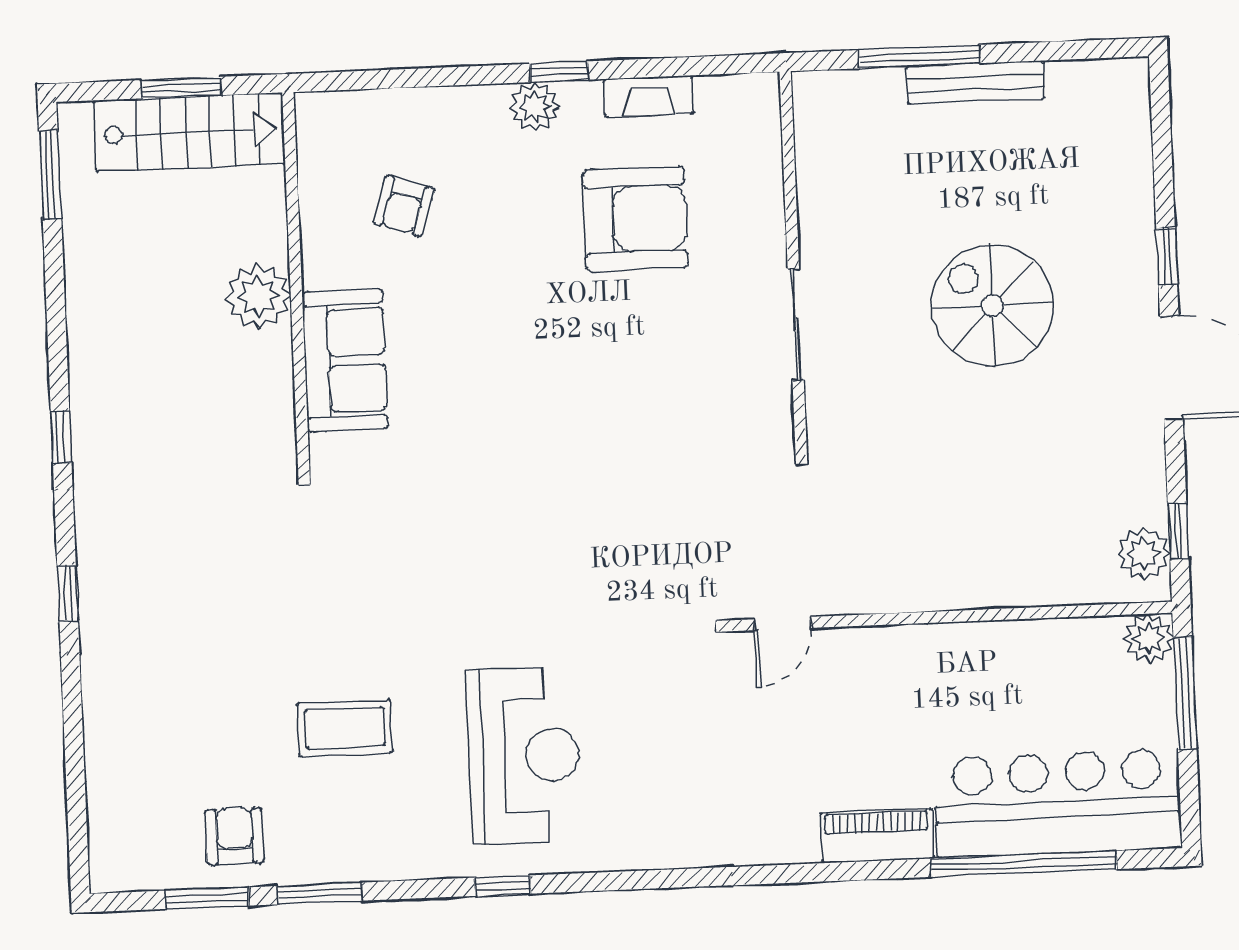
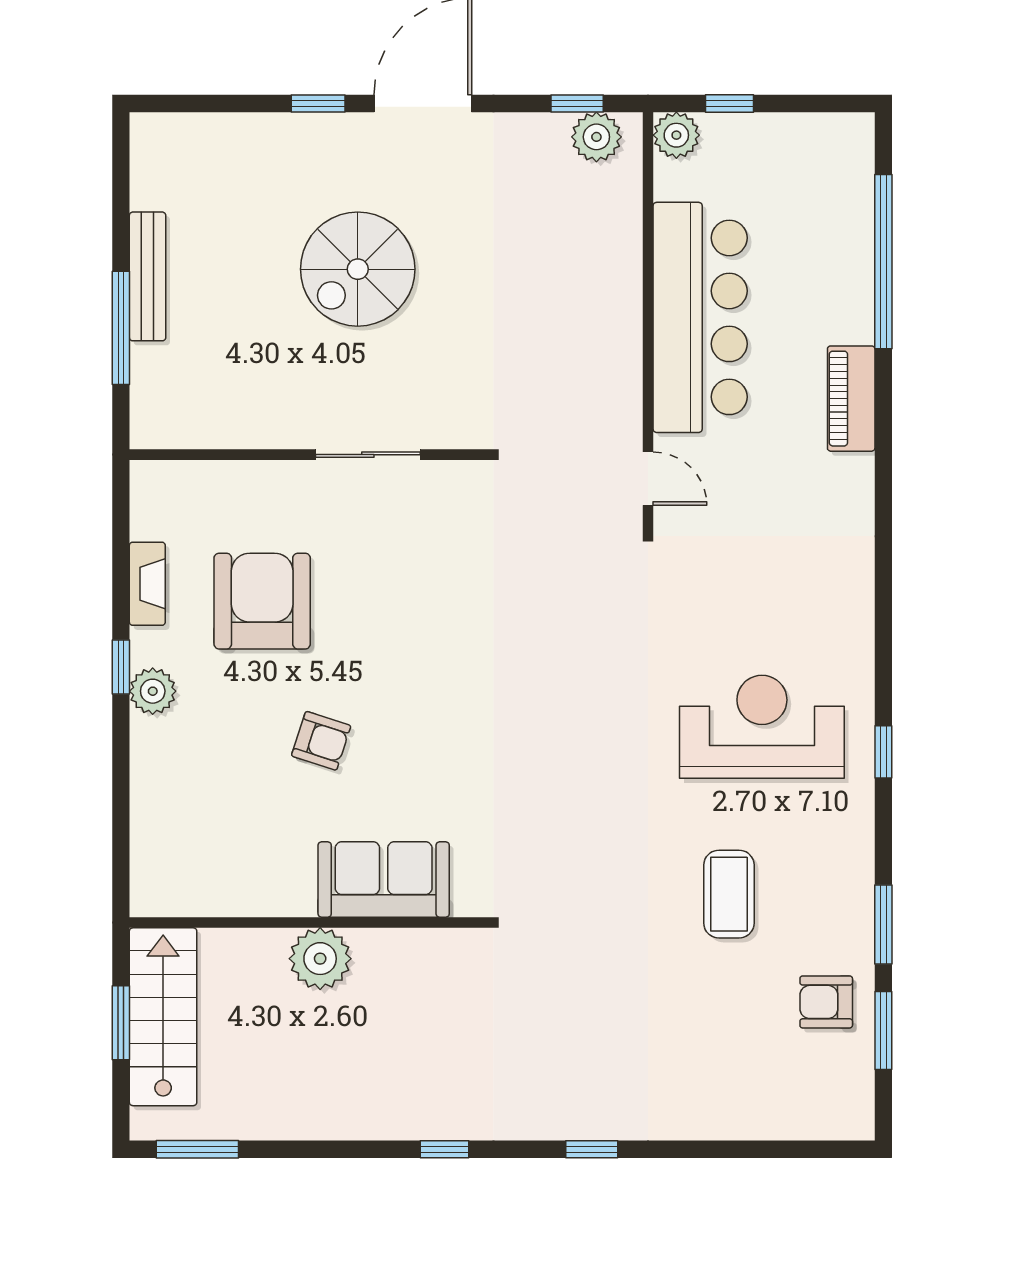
armchair: (404, 206) -> (321, 741), moved
window: (1185, 693) -> (729, 103), width x0.46
bar counter: (1058, 803) -> (700, 317), moved, turned 180

